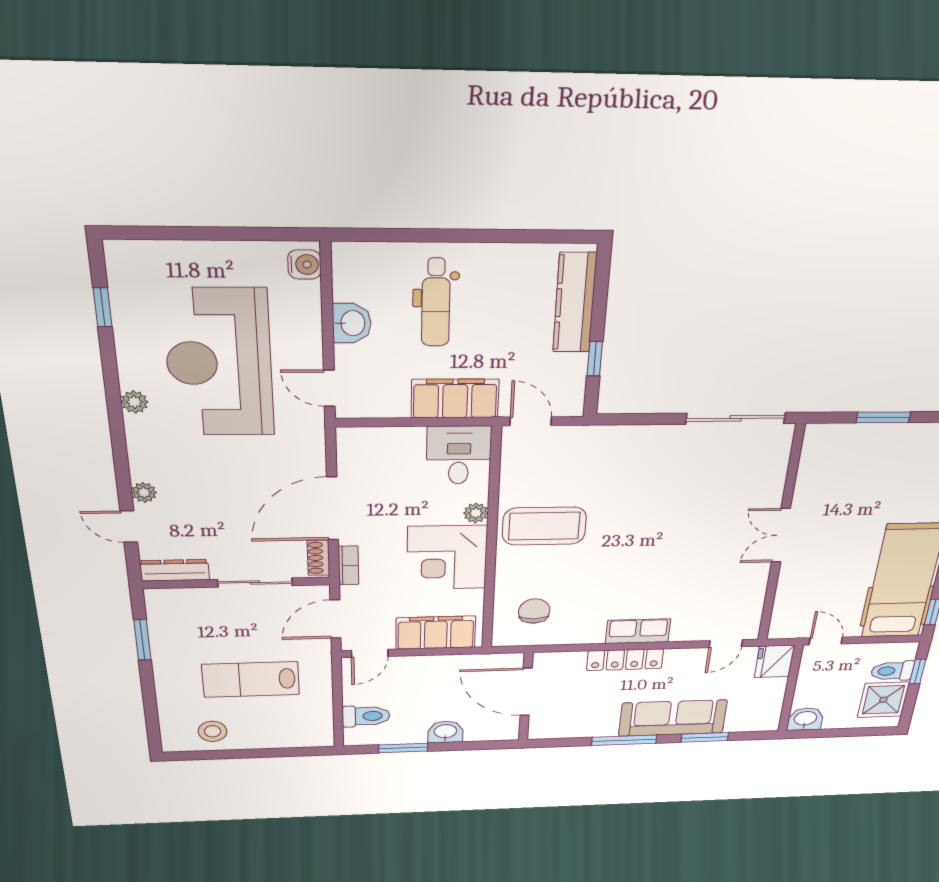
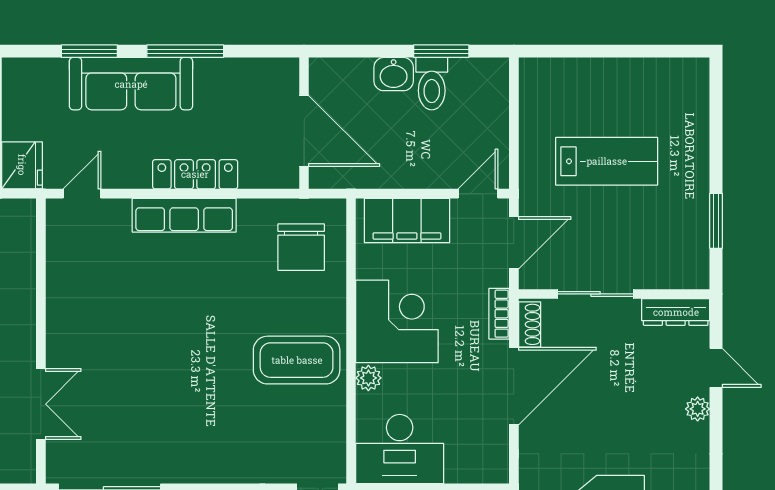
desk: (459, 455) -> (400, 449), width x1.37
double door: (781, 535) -> (41, 404), moved
chair: (534, 611) -> (301, 247), width x1.37, depth x1.37
row of seats: (638, 631) -> (184, 215), width x1.48
toilet: (366, 716) -> (432, 84), moved, turned -90
stool: (213, 731) -> (652, 87), removed

